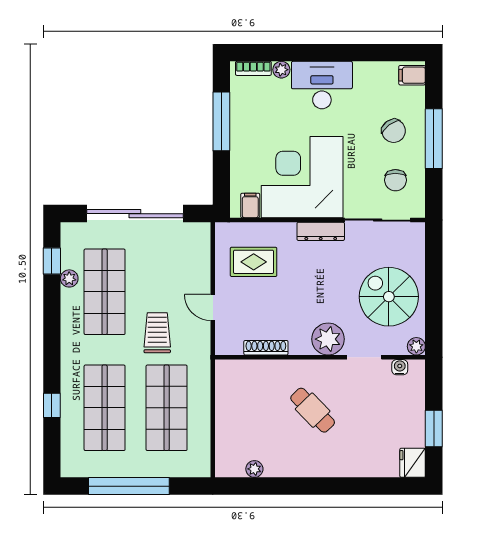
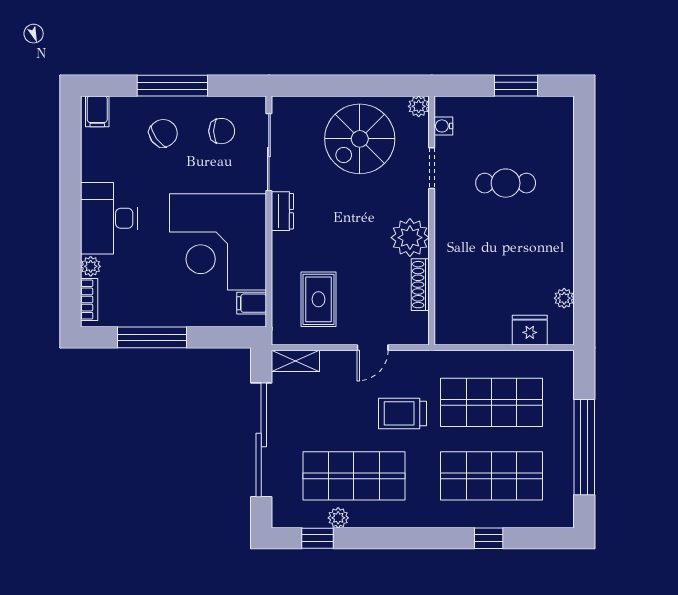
dresser: (321, 231) -> (282, 211), width x0.70
shelving: (202, 242) -> (295, 361), added
plant: (328, 339) -> (410, 238), moved
cafe table: (313, 410) -> (506, 183), moved, turned 44
fridge: (413, 463) -> (530, 330), moved, turned 180

